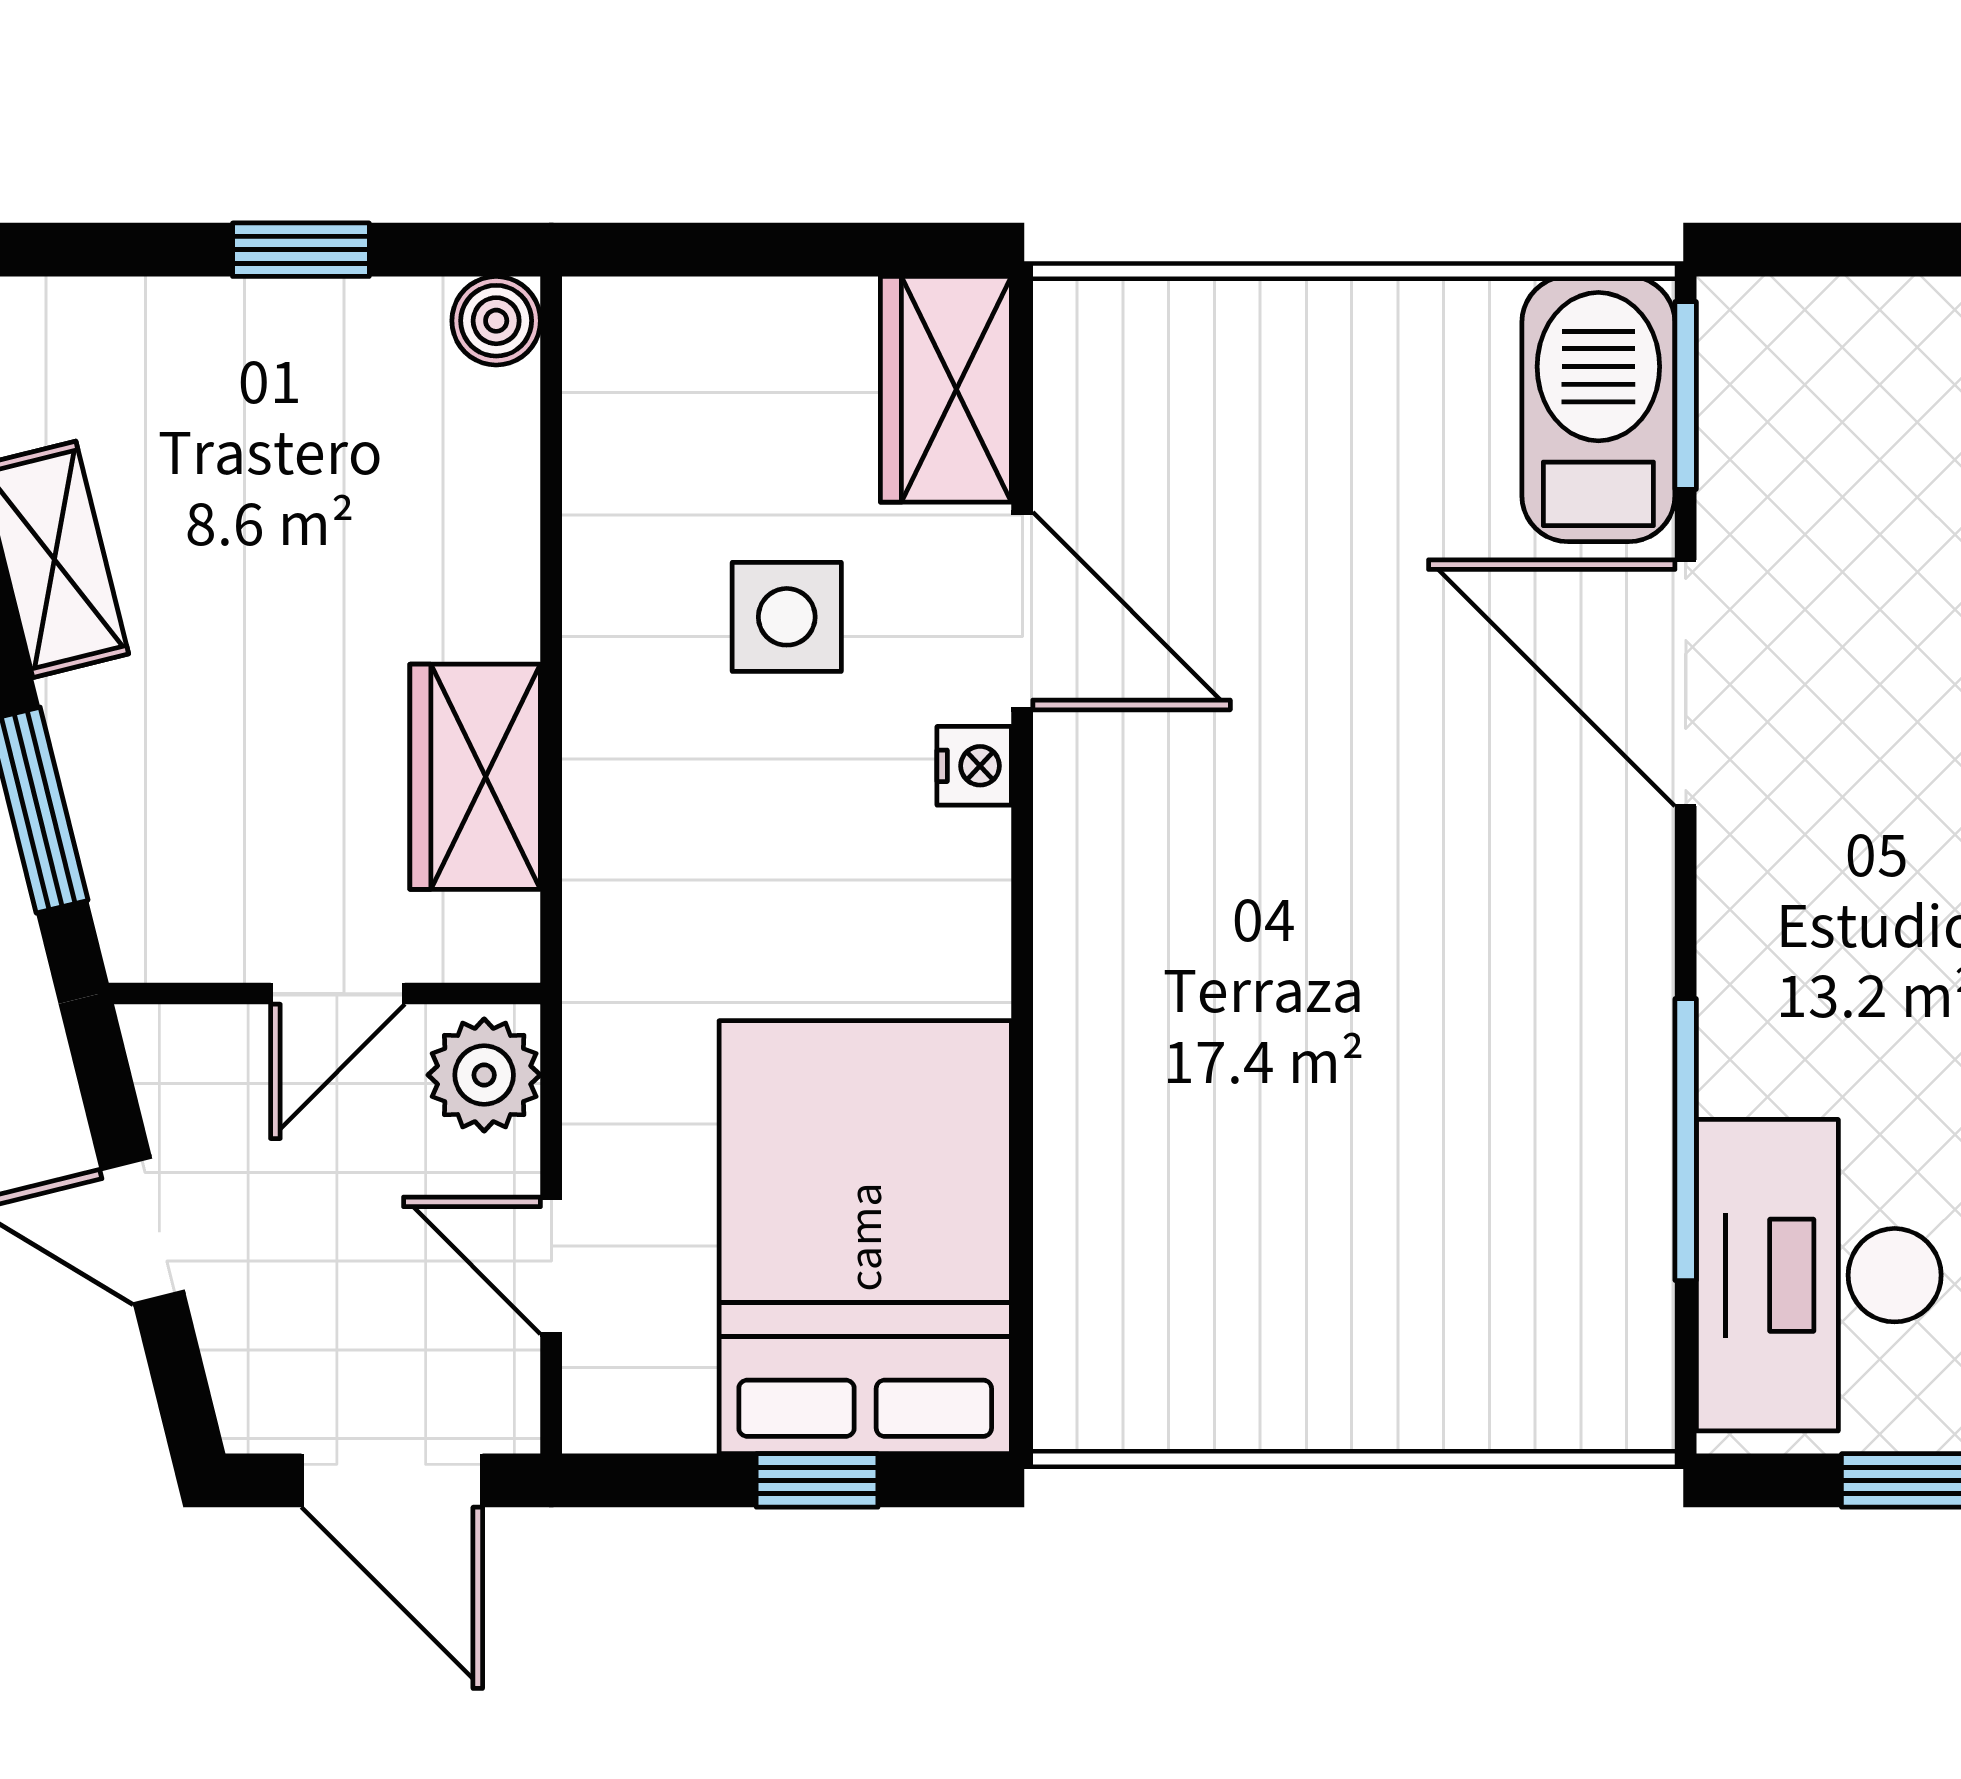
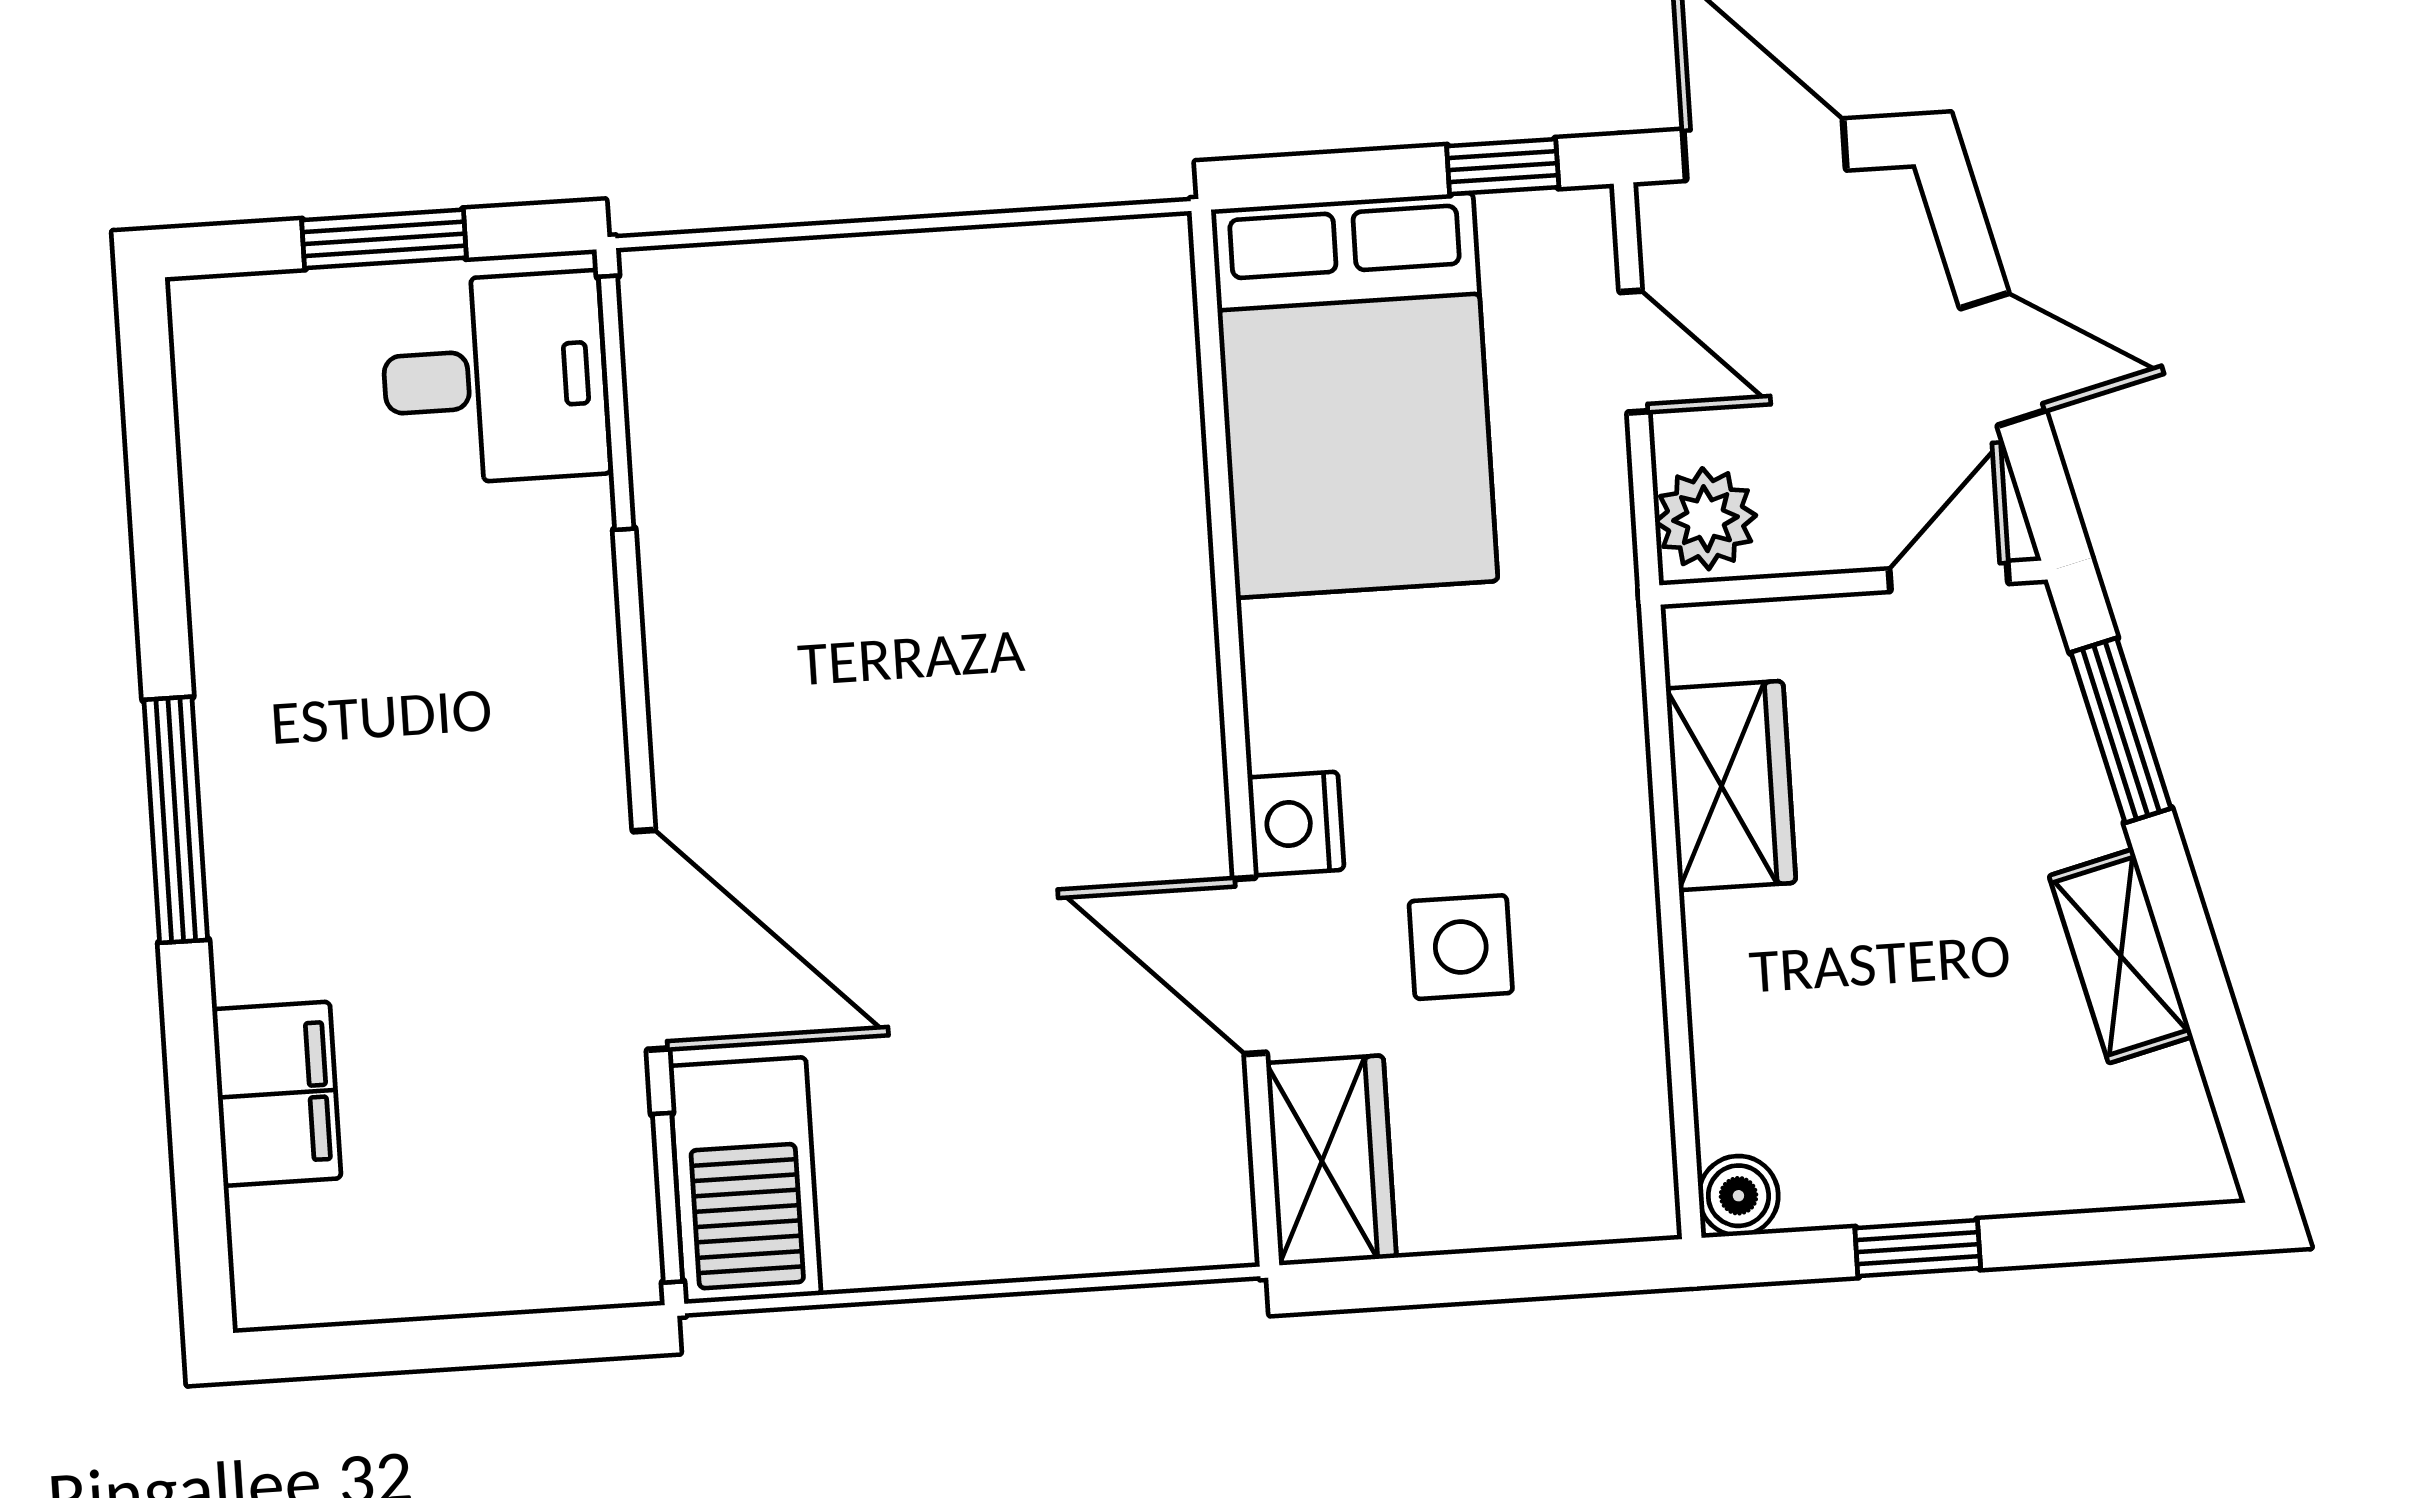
nightstand: (974, 766) -> (1296, 824), width x1.39, depth x1.35
door: (338, 994) -> (1949, 576), moved
window: (1686, 1140) -> (616, 403), moved
desk: (1819, 1275) -> (495, 379), width x0.73
window: (817, 1480) -> (1503, 167), moved

